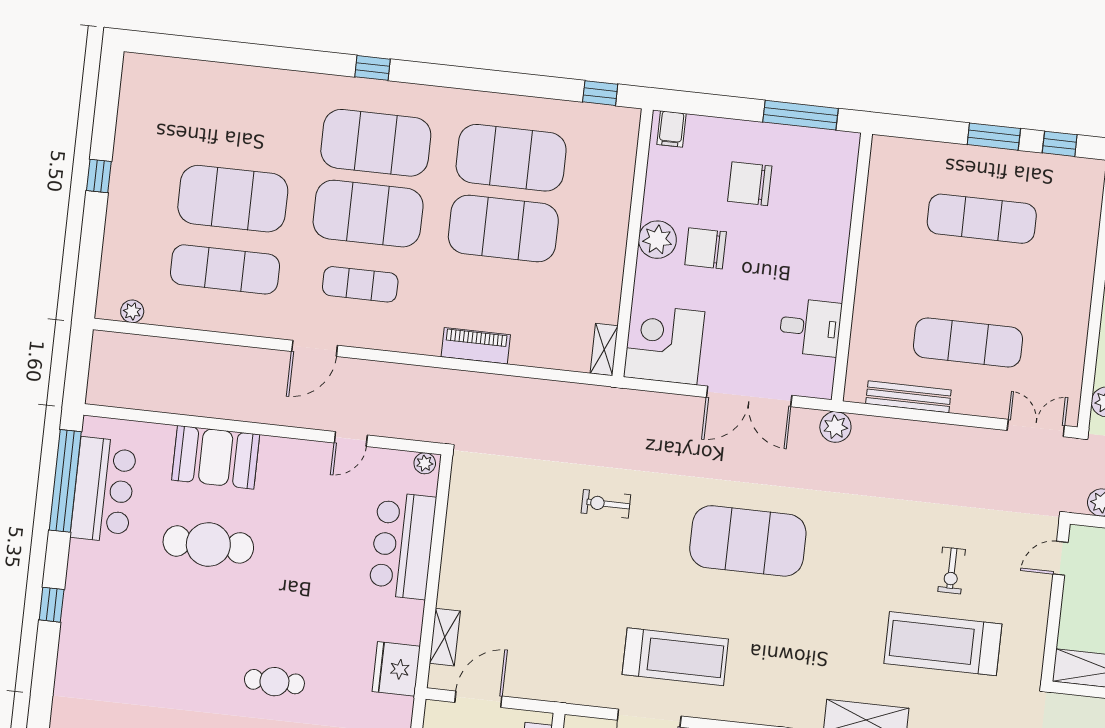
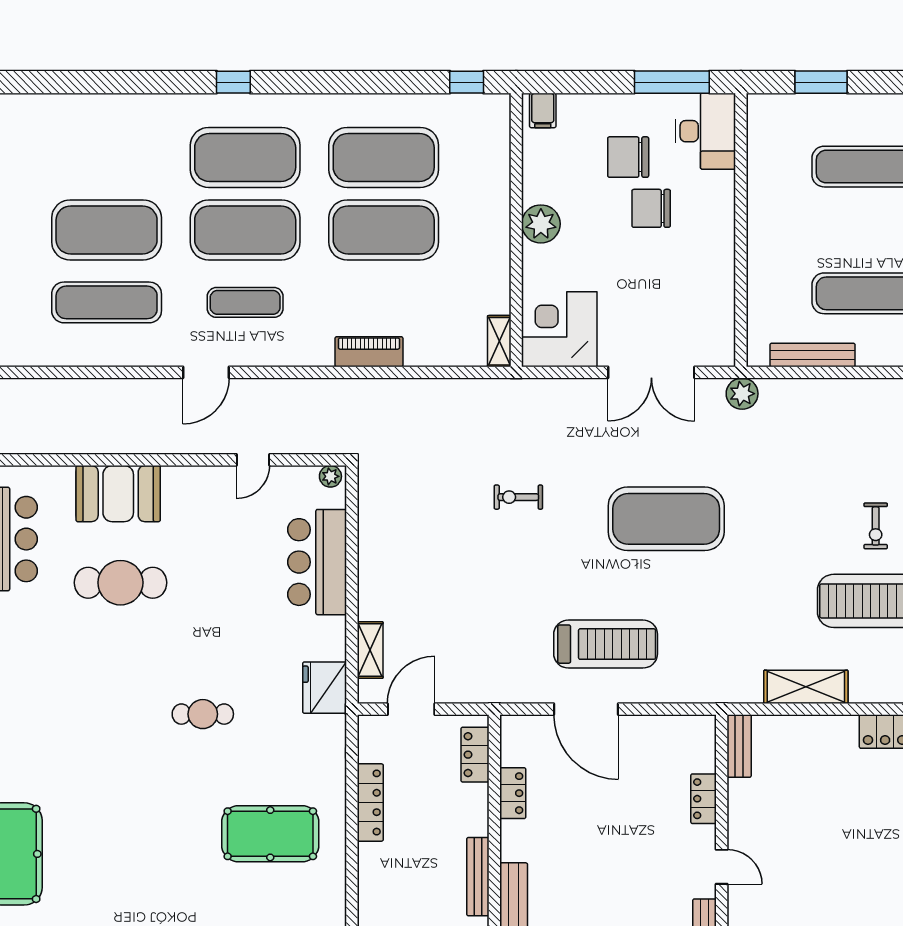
window: (994, 137) -> (821, 82), moved
chair: (706, 248) -> (651, 208), moved
plant: (132, 311) -> (17, 355), removed
desk: (810, 327) -> (705, 131), moved, width x1.37

